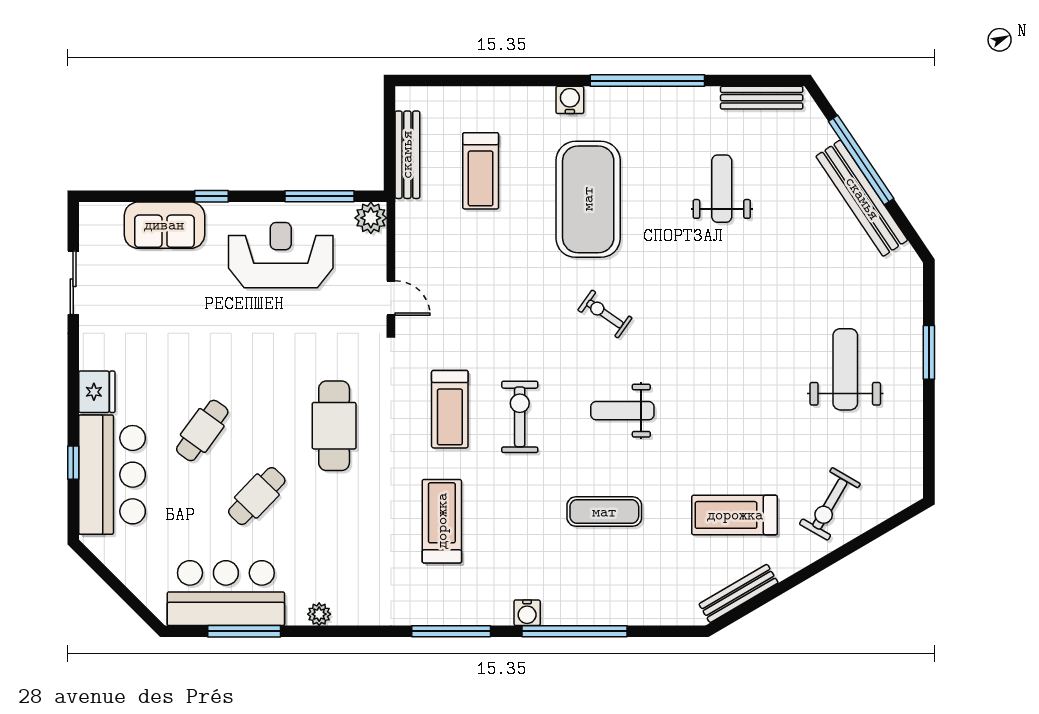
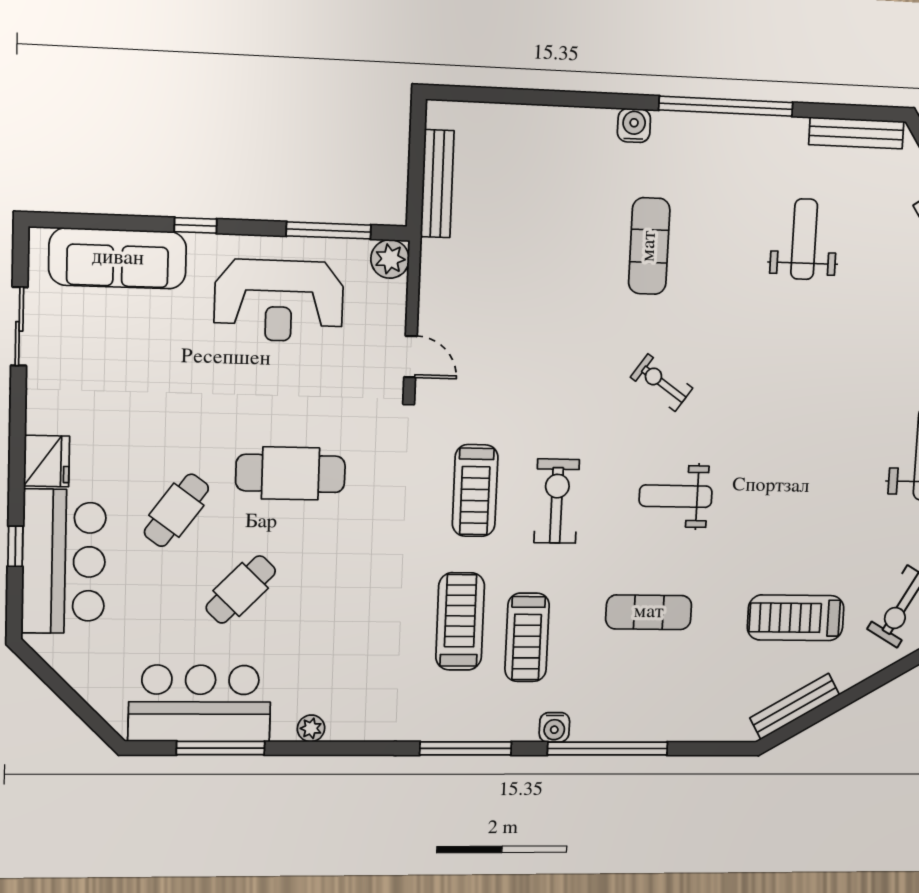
treadmill: (481, 171) -> (527, 637), moved
exercise mat: (588, 199) -> (649, 246), width x0.50, depth x0.69
sofa: (164, 225) -> (118, 258), width x1.36
reception desk: (281, 255) -> (279, 301), turned 180
cafe table: (334, 426) -> (290, 473), moved, turned 90

